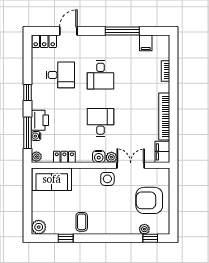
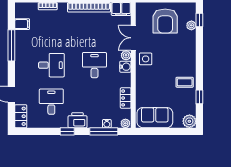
printer: (40, 120) -> (78, 120), moved
desk: (101, 123) -> (94, 65), turned 90
sofa: (52, 179) -> (155, 118), moved, turned -90

